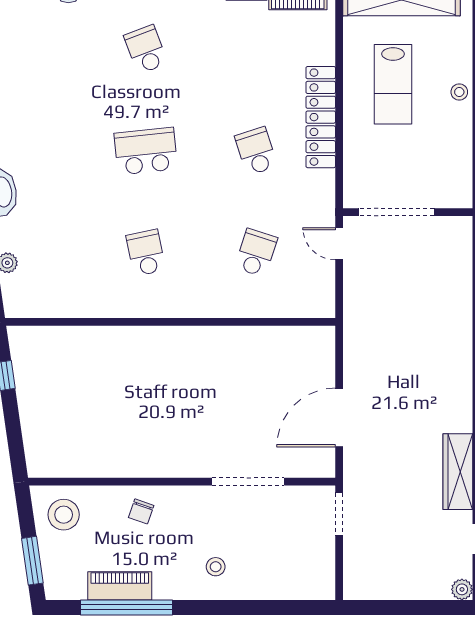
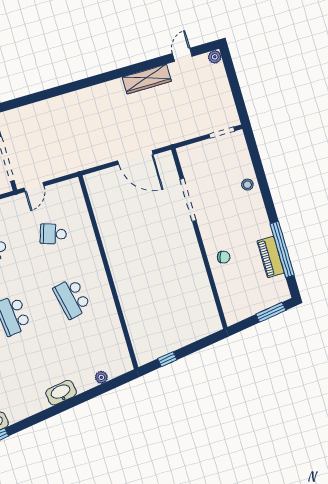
school desk: (146, 253) -> (72, 298), width x1.85
doorway: (339, 514) -> (222, 132), moved
stool: (64, 515) -> (239, 302), removed
stool: (216, 567) -> (247, 185), moved

